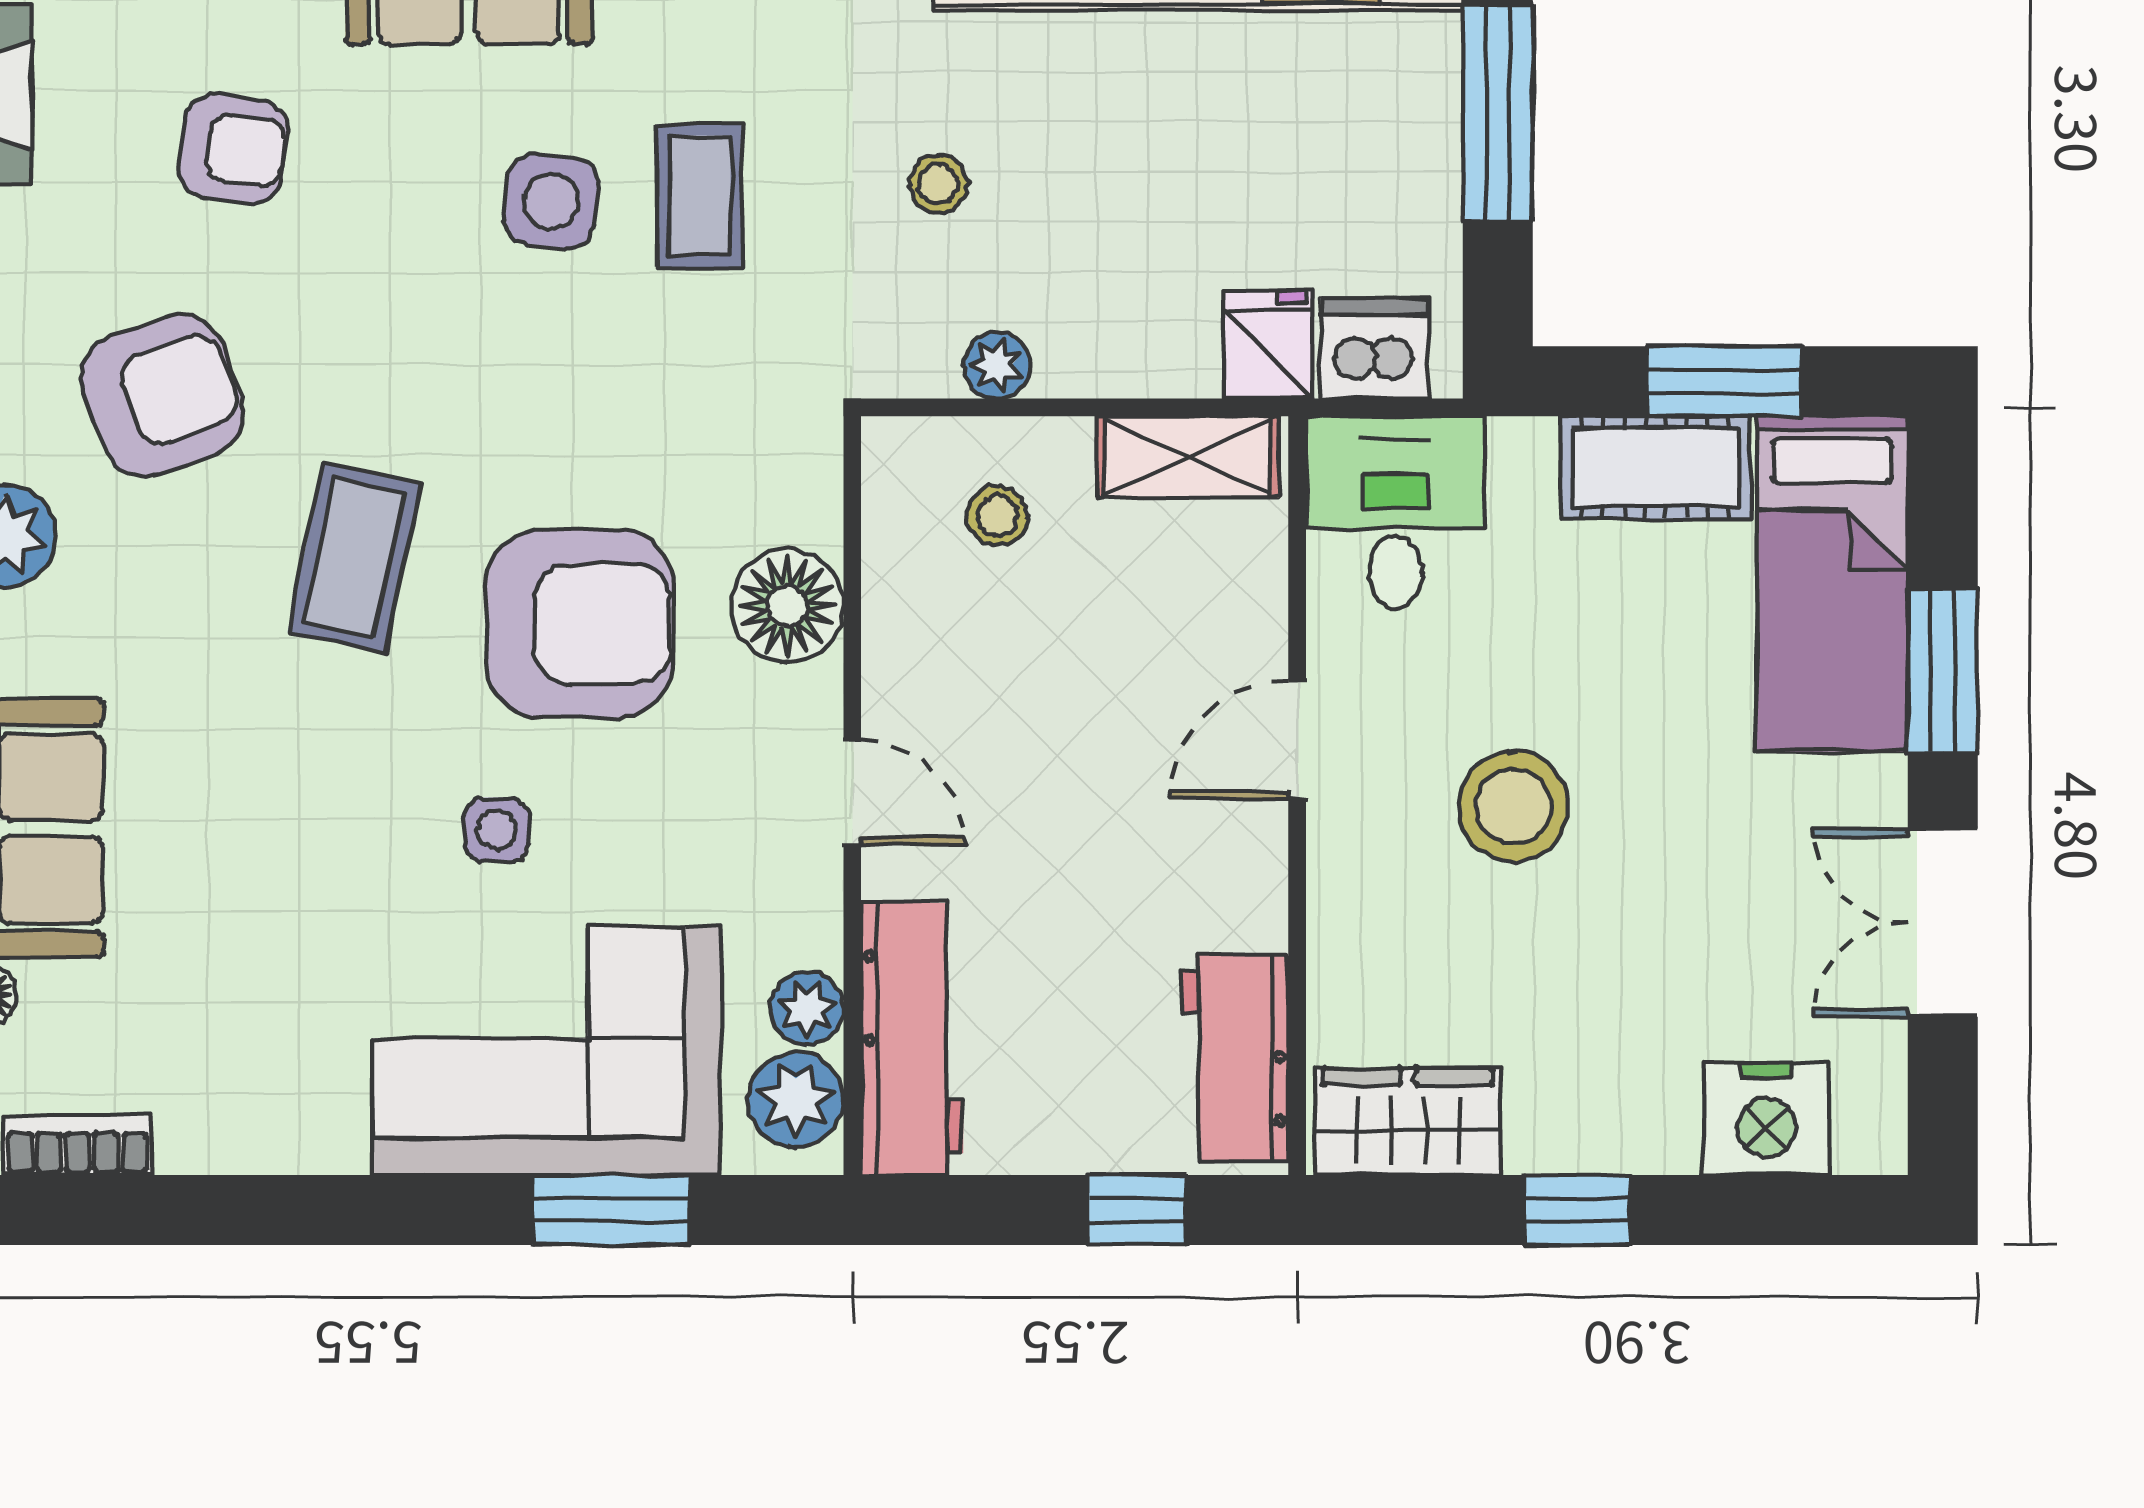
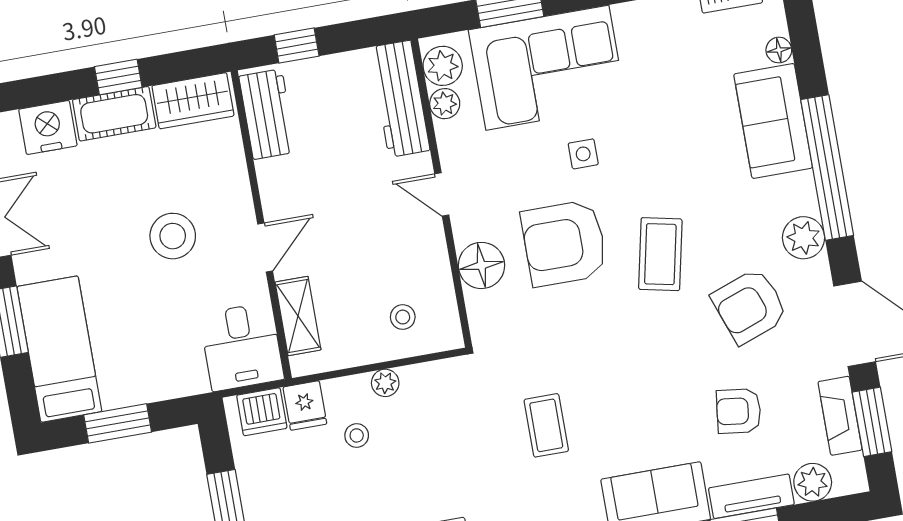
stool: (939, 183) -> (357, 435), moved
side table: (551, 202) -> (606, 412), removed
plant: (997, 365) -> (385, 383), moved
shelving: (1188, 457) -> (298, 316), moved, turned 90
cot: (1655, 468) -> (114, 114), moved

